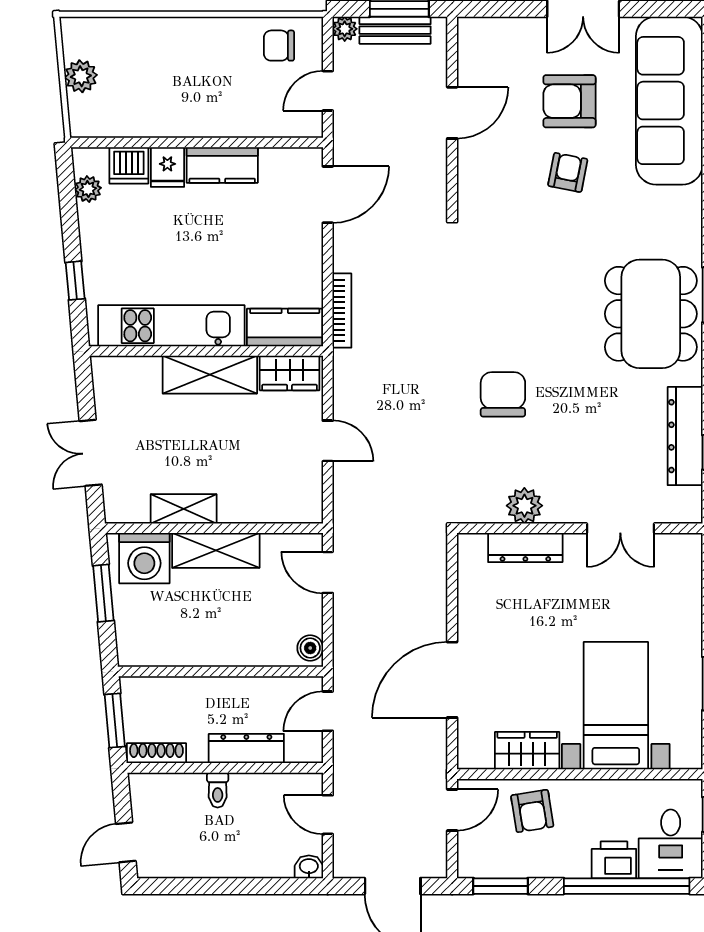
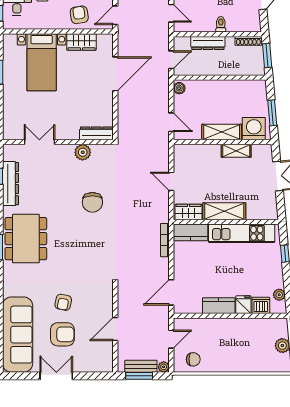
dresser: (525, 548) -> (96, 133), moved

